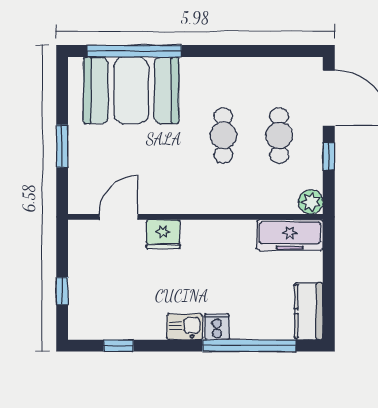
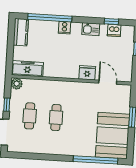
booth: (131, 90) -> (113, 136), moved, turned 90
door: (118, 217) -> (108, 82), swing flipped
dishwasher: (112, 327) -> (114, 30), added
kitchen sink: (185, 327) -> (91, 29), moved

